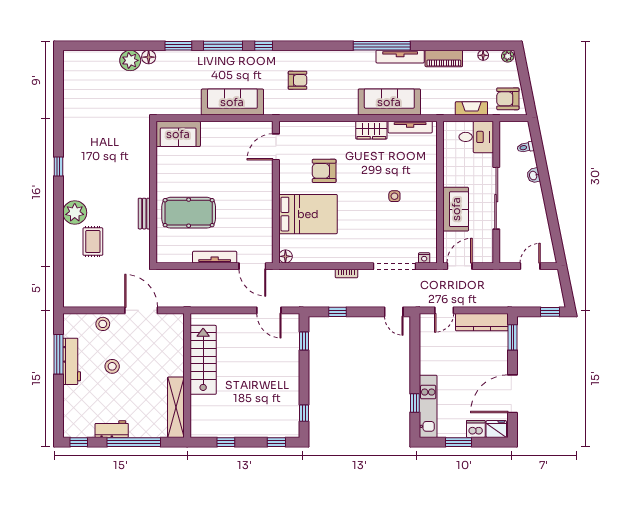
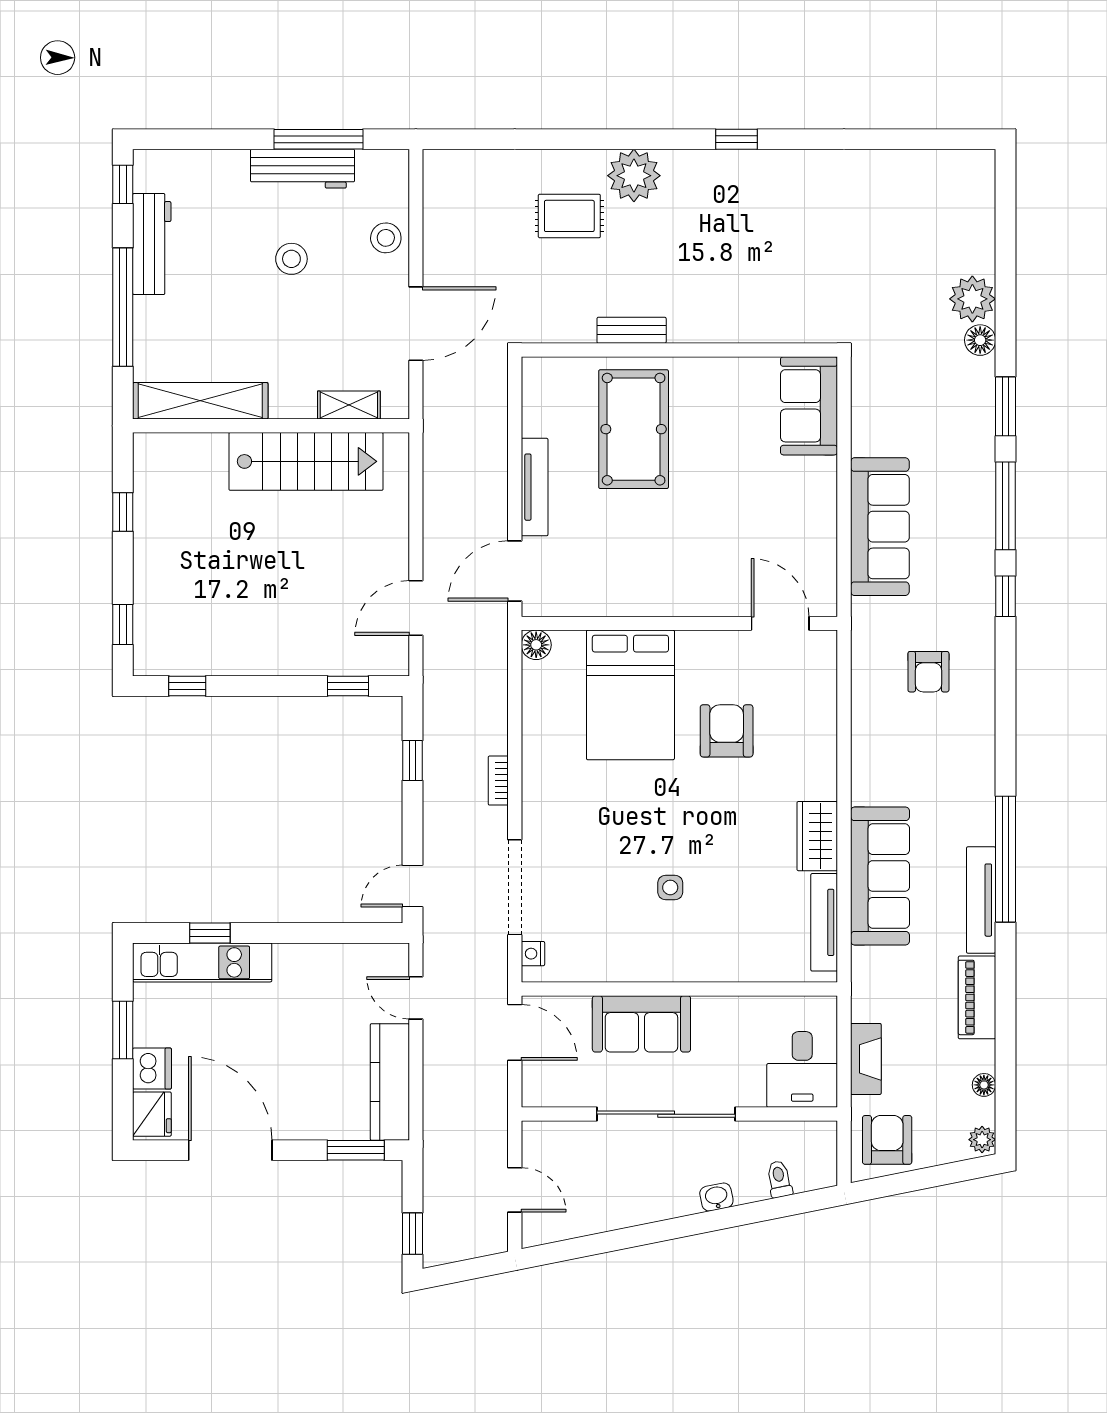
shelving: (178, 341) -> (349, 405), added
workbench: (112, 429) -> (152, 244), width x1.38

